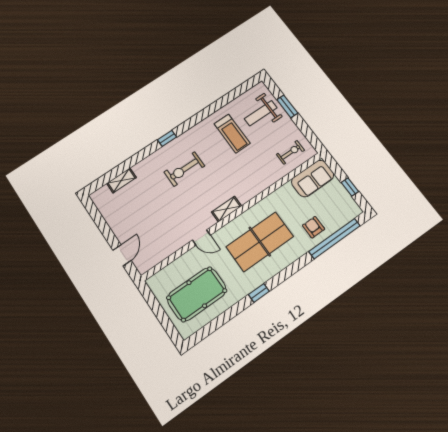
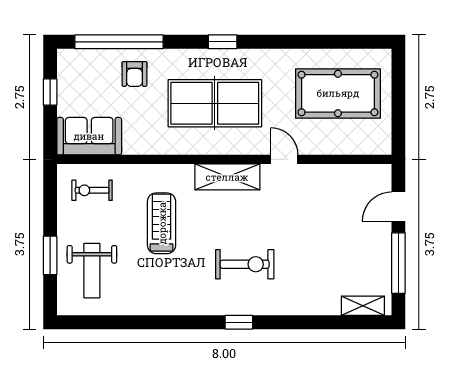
weight bench: (261, 113) -> (92, 271), turned 90
treadmill: (232, 134) -> (162, 223), moved
shelving: (121, 180) -> (363, 306), moved
shelving: (226, 209) -> (227, 177), width x1.50, depth x1.33
window: (102, 225) -> (398, 263), added
window: (259, 293) -> (223, 42), moved

